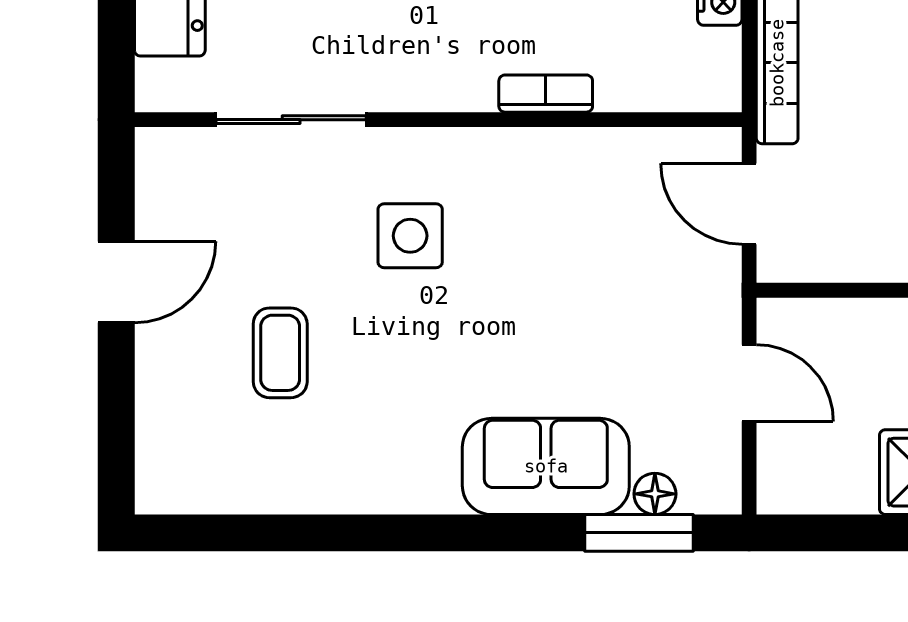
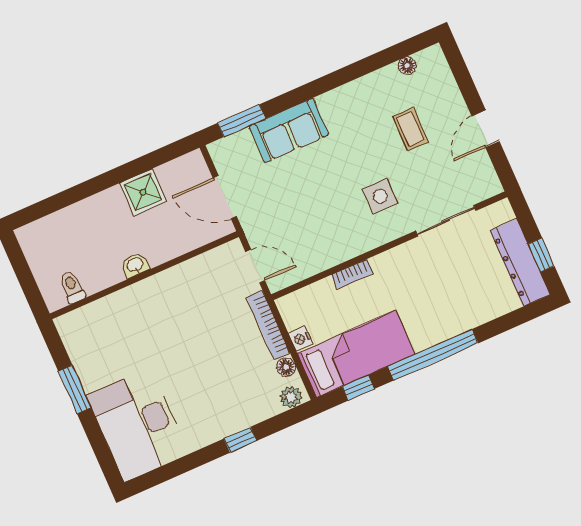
door: (749, 383) -> (225, 197), width x1.38
floor lamp: (655, 494) -> (407, 66), moved

